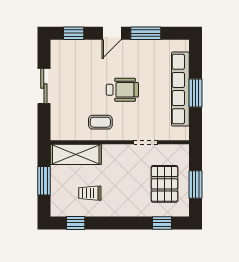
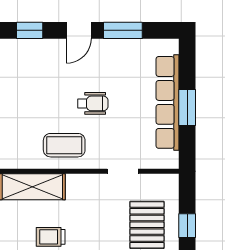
wheelchair: (122, 90) -> (93, 103), width x0.73, depth x0.73
coffee table: (100, 122) -> (64, 145), width x1.36, depth x1.30
window: (196, 184) -> (187, 226), width x0.67

